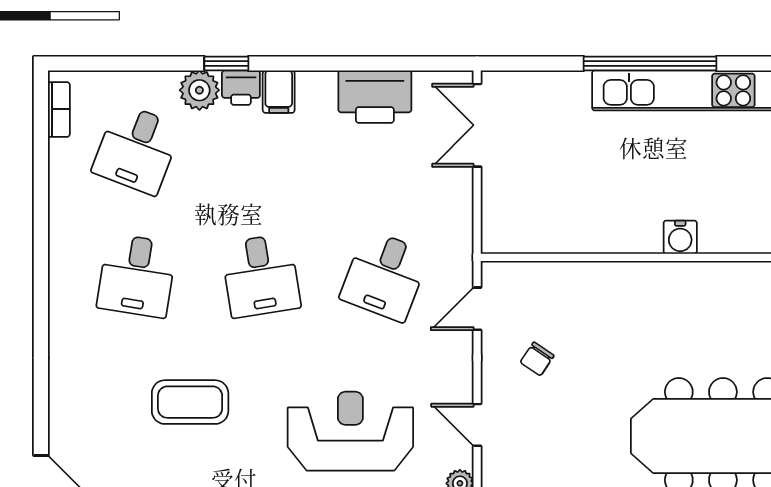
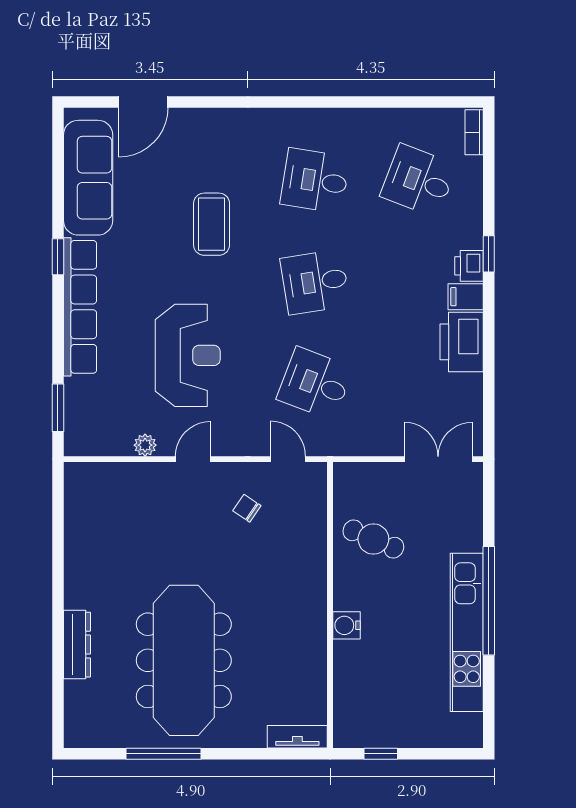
plant: (199, 90) -> (467, 232), removed
printer: (375, 97) -> (462, 342), moved
bookcase: (59, 109) -> (474, 132), moved, turned 90
cafe table: (575, 204) -> (373, 539), added

